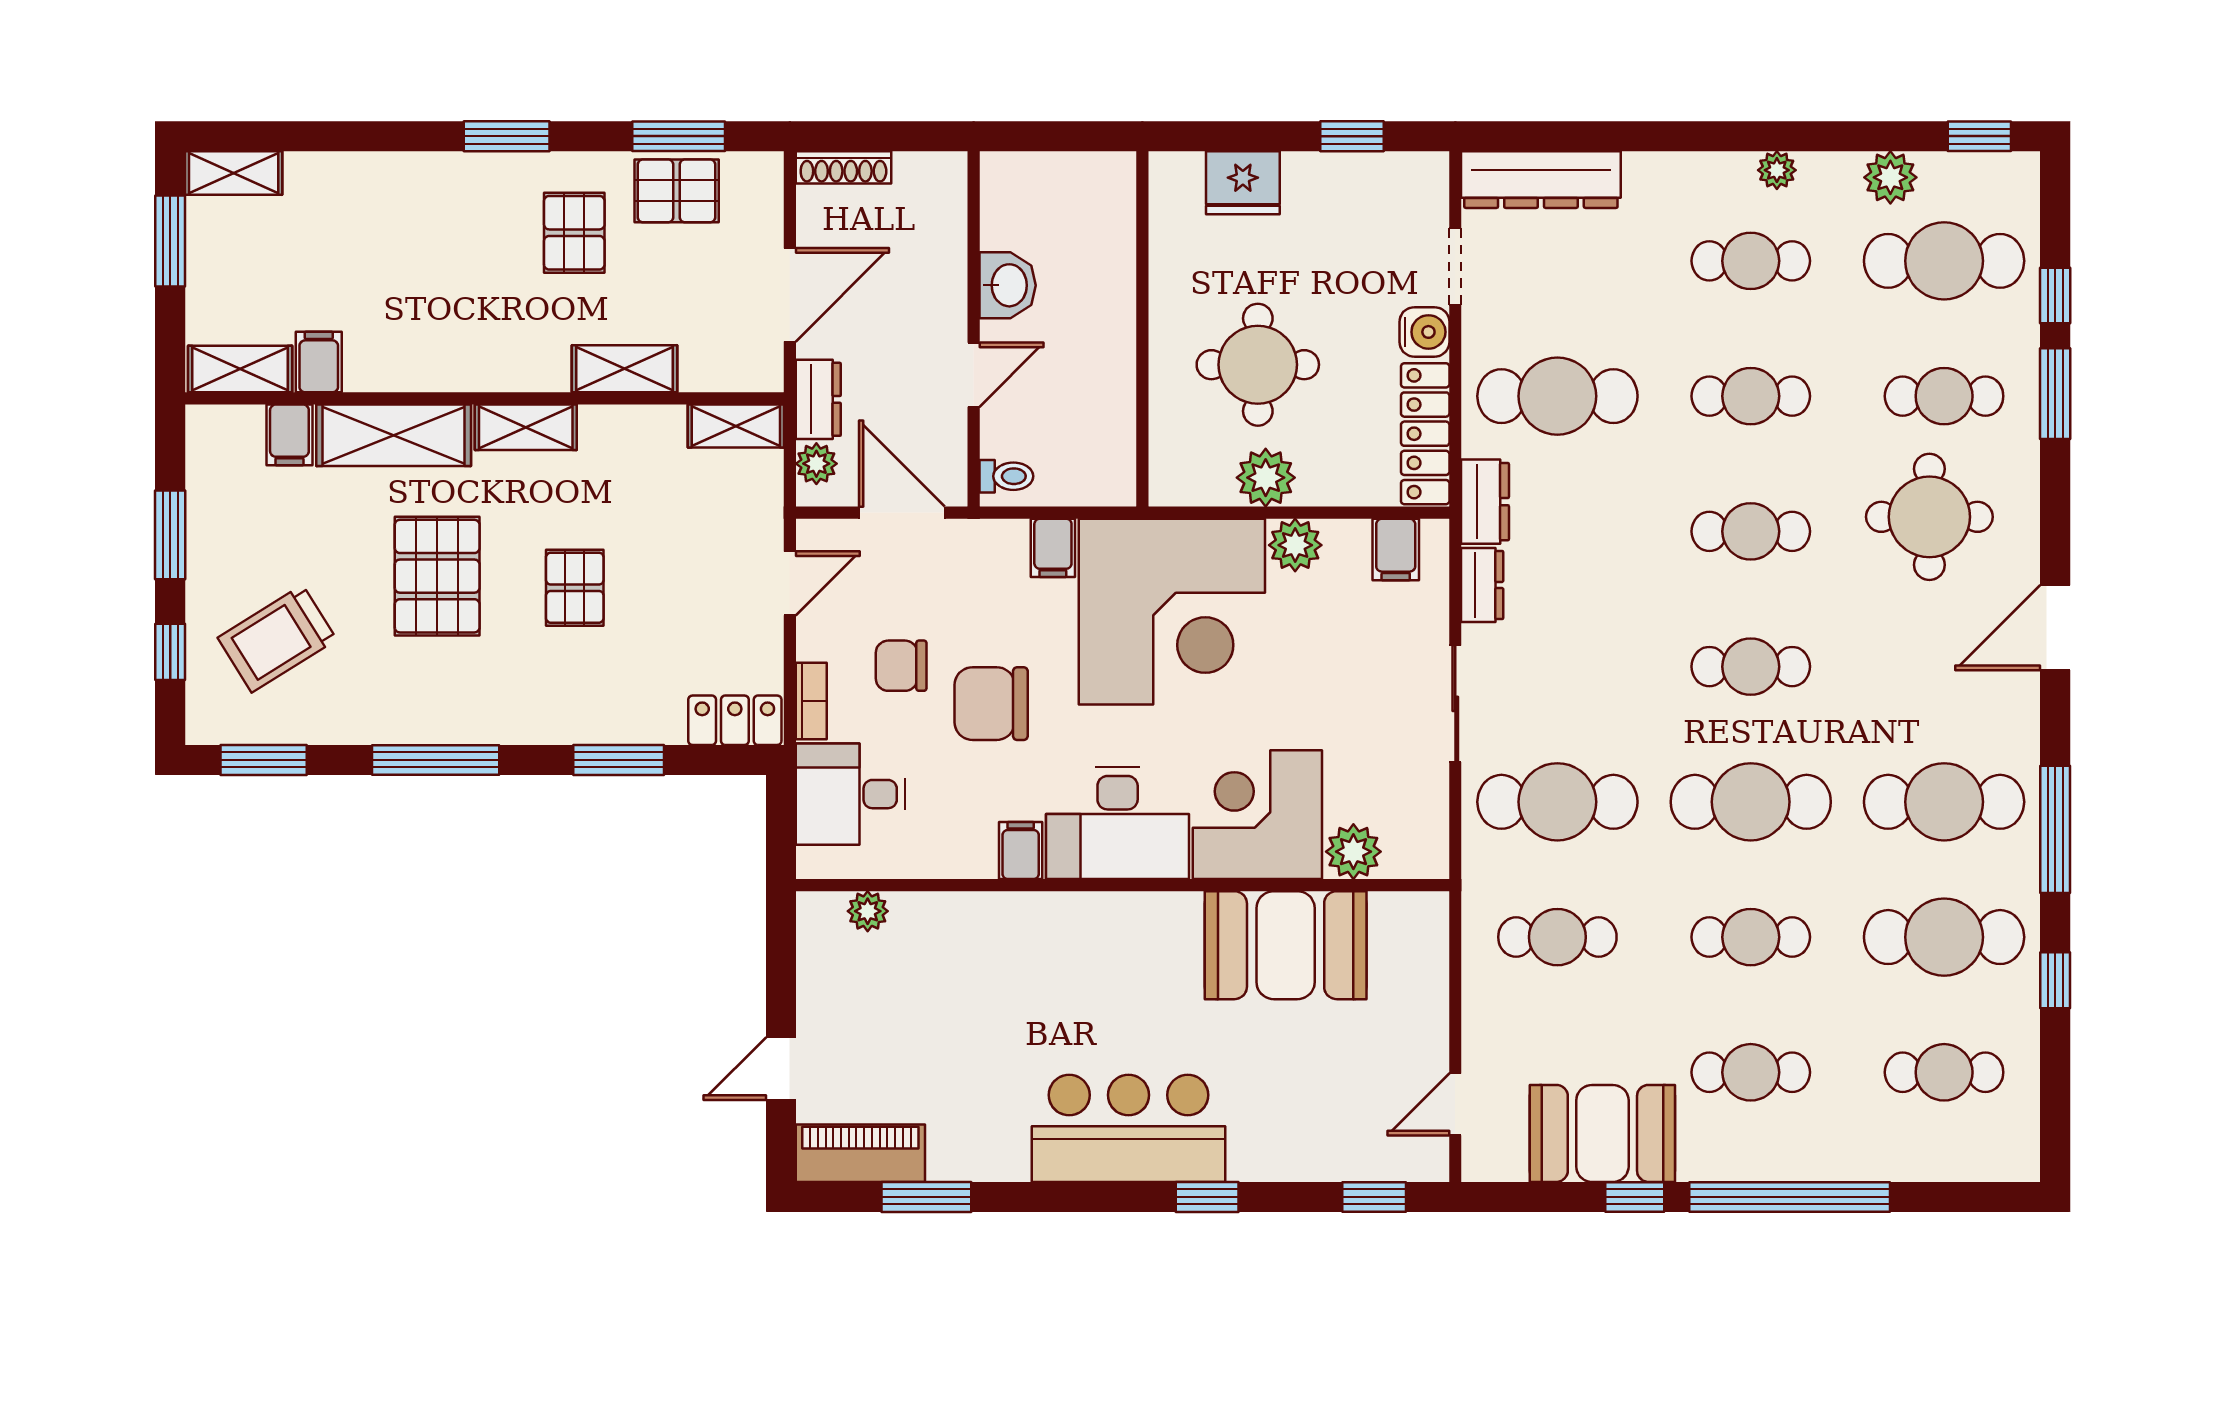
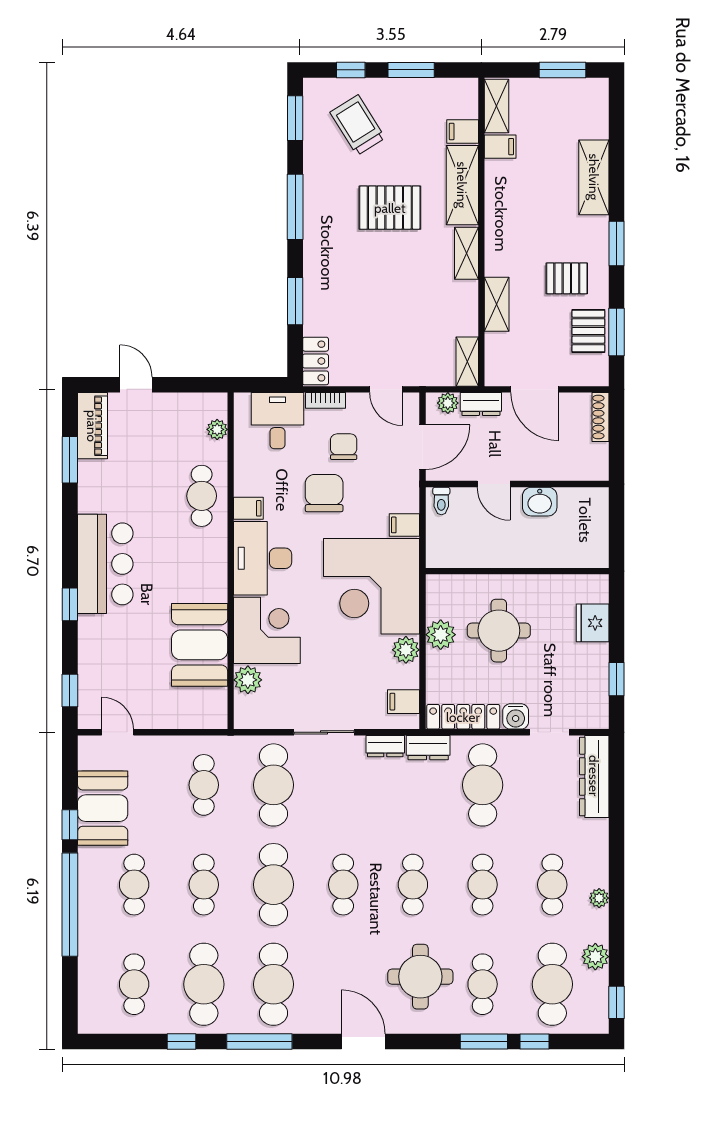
shelving: (234, 173) -> (594, 177), moved, width x1.50, depth x1.33
pallet: (575, 588) -> (384, 279), removed
cafe table: (996, 941) -> (202, 496), added

